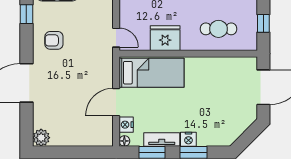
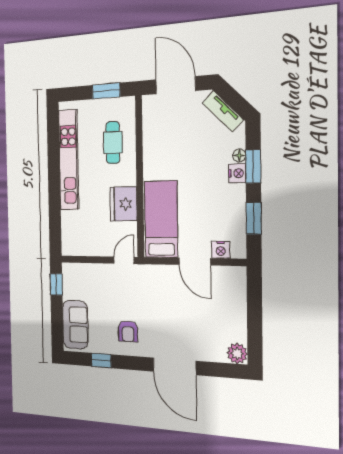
window: (263, 23) -> (106, 91), width x1.50
tv unit: (162, 139) -> (223, 111), moved, turned -45
floor lamp: (124, 141) -> (239, 155), moved

